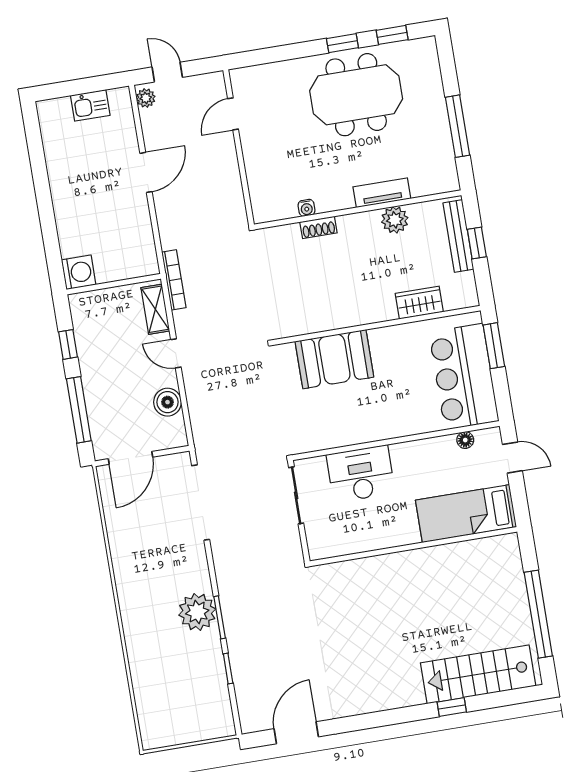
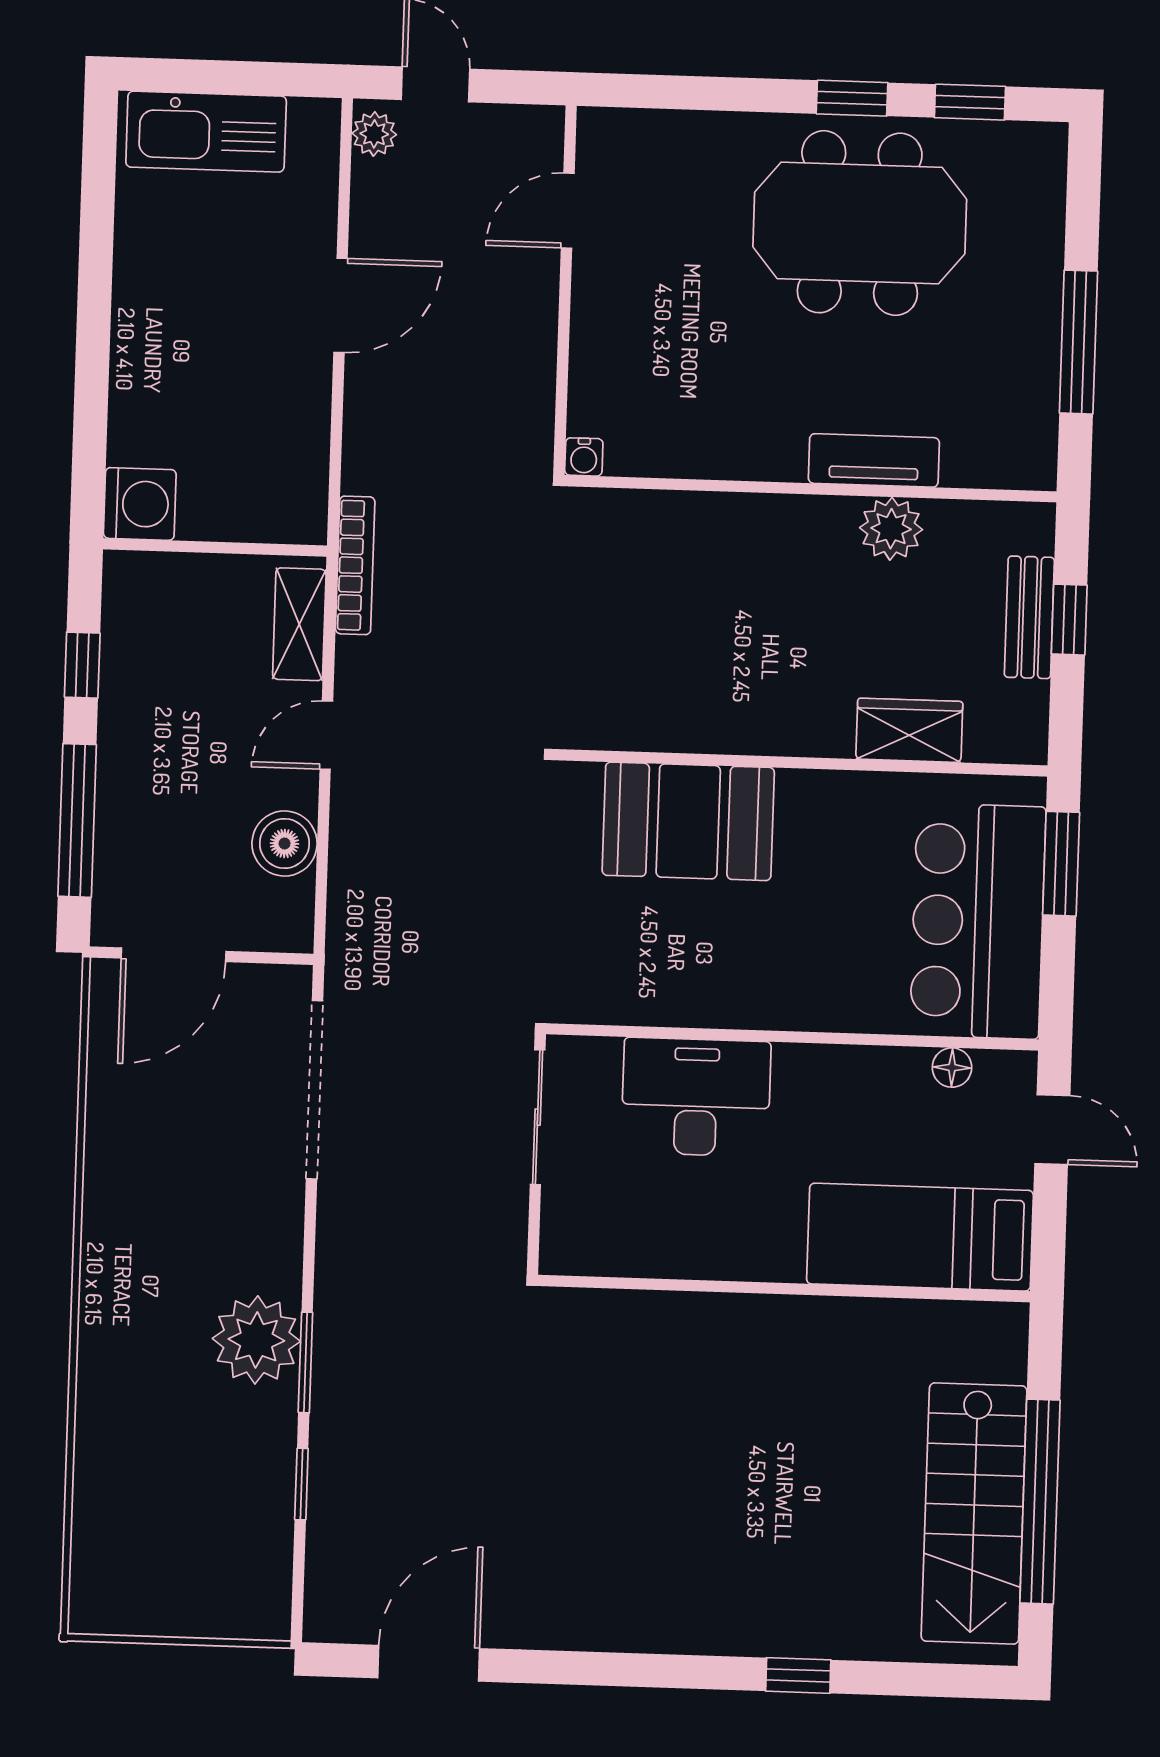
kitchen sink: (90, 105) -> (206, 132), width x1.87, depth x1.24
water cooler: (306, 208) -> (584, 457), moved
shoe rack: (318, 227) -> (712, 511), removed
bench: (458, 236) -> (1029, 617), width x0.73
door: (176, 353) -> (326, 735), hinge flipped
stairs: (478, 674) -> (974, 1514), moved, turned -90

